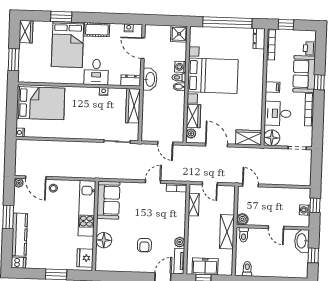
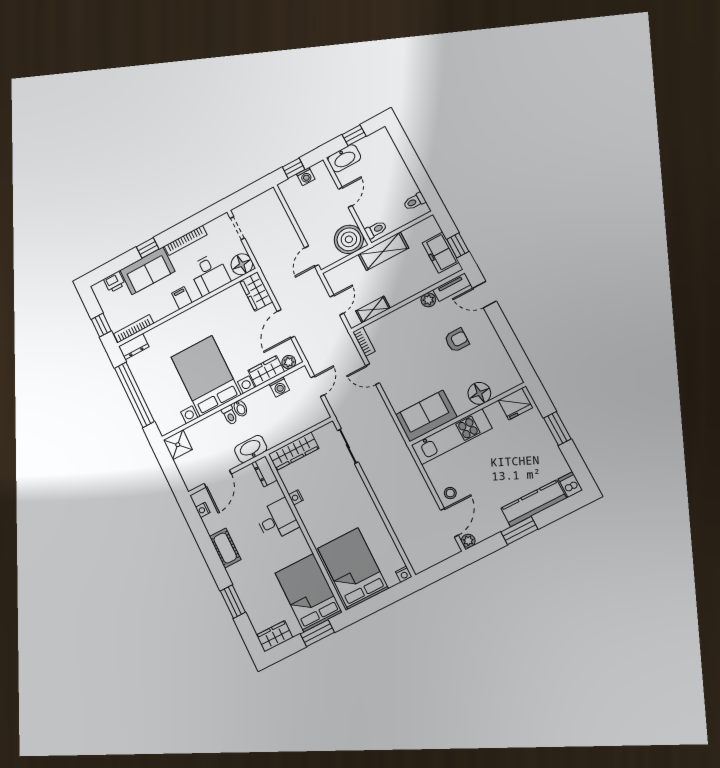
bed: (68, 45) -> (309, 593), moved, turned -90
washing machine: (180, 67) -> (279, 387), moved
boiler: (242, 219) -> (349, 239), width x1.86, depth x1.86

